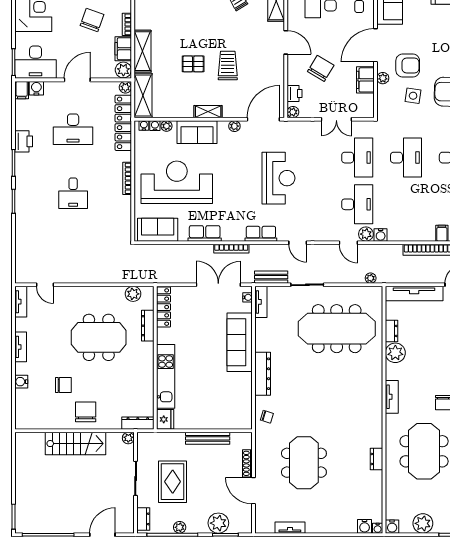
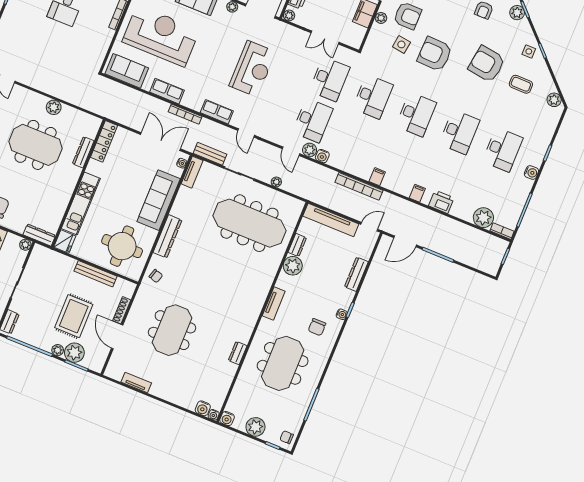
plant: (371, 278) -> (276, 182), moved
plant: (133, 294) -> (54, 107), moved
round table: (222, 401) -> (122, 246), added
rug: (173, 482) -> (74, 316), moved
plant: (180, 527) -> (58, 350), moved

